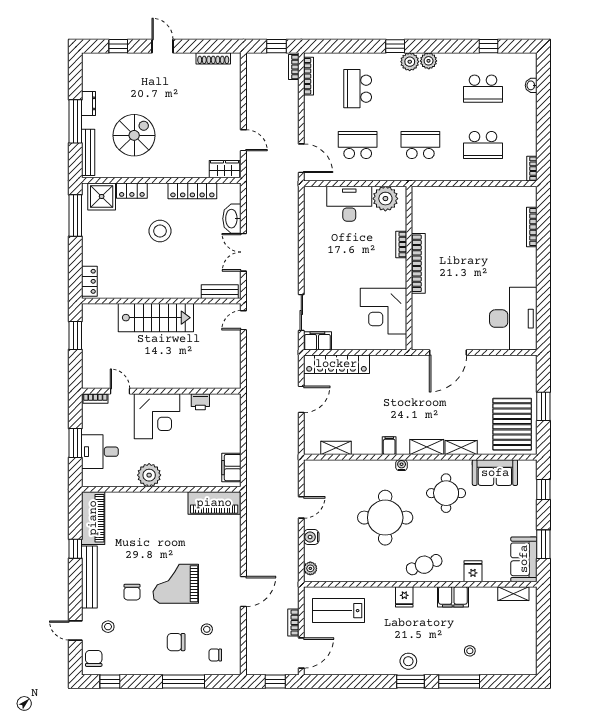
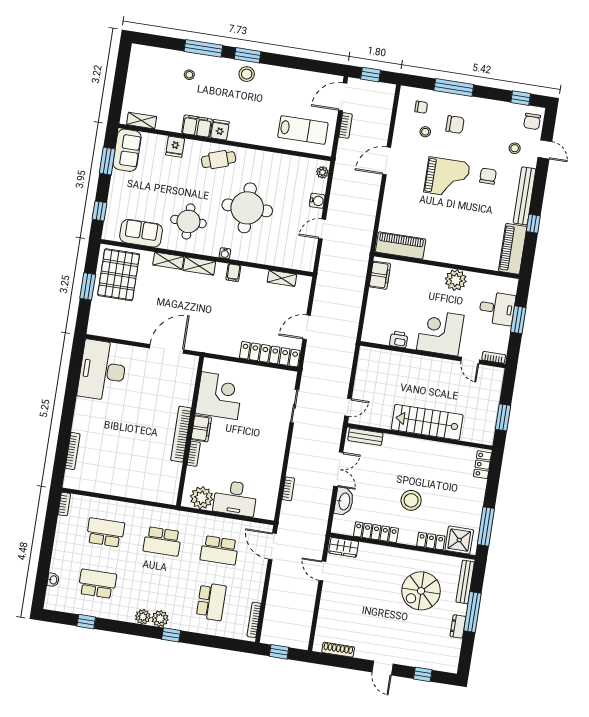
bookcase: (294, 67) -> (288, 489), moved
filing cabinet: (317, 341) -> (201, 428), moved, turned -90
fridge: (404, 597) -> (220, 130), moved

